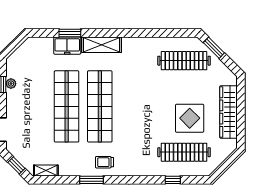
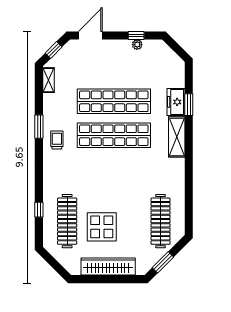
window: (214, 48) -> (163, 262), moved

